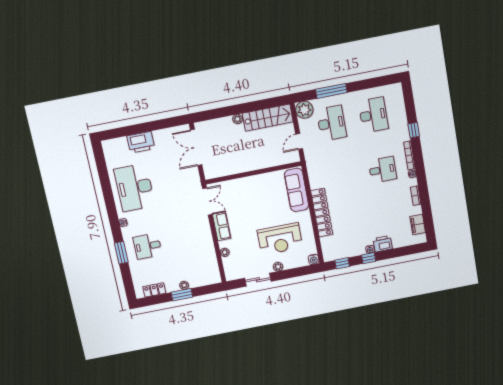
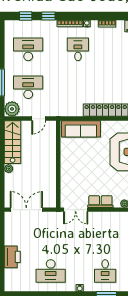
window: (410, 105) -> (26, 16), added
door: (299, 141) -> (39, 119), hinge flipped
double door: (196, 147) -> (26, 210), swing flipped
desk: (134, 188) -> (51, 271), width x0.73, depth x0.77
double door: (207, 202) -> (76, 210), swing flipped

